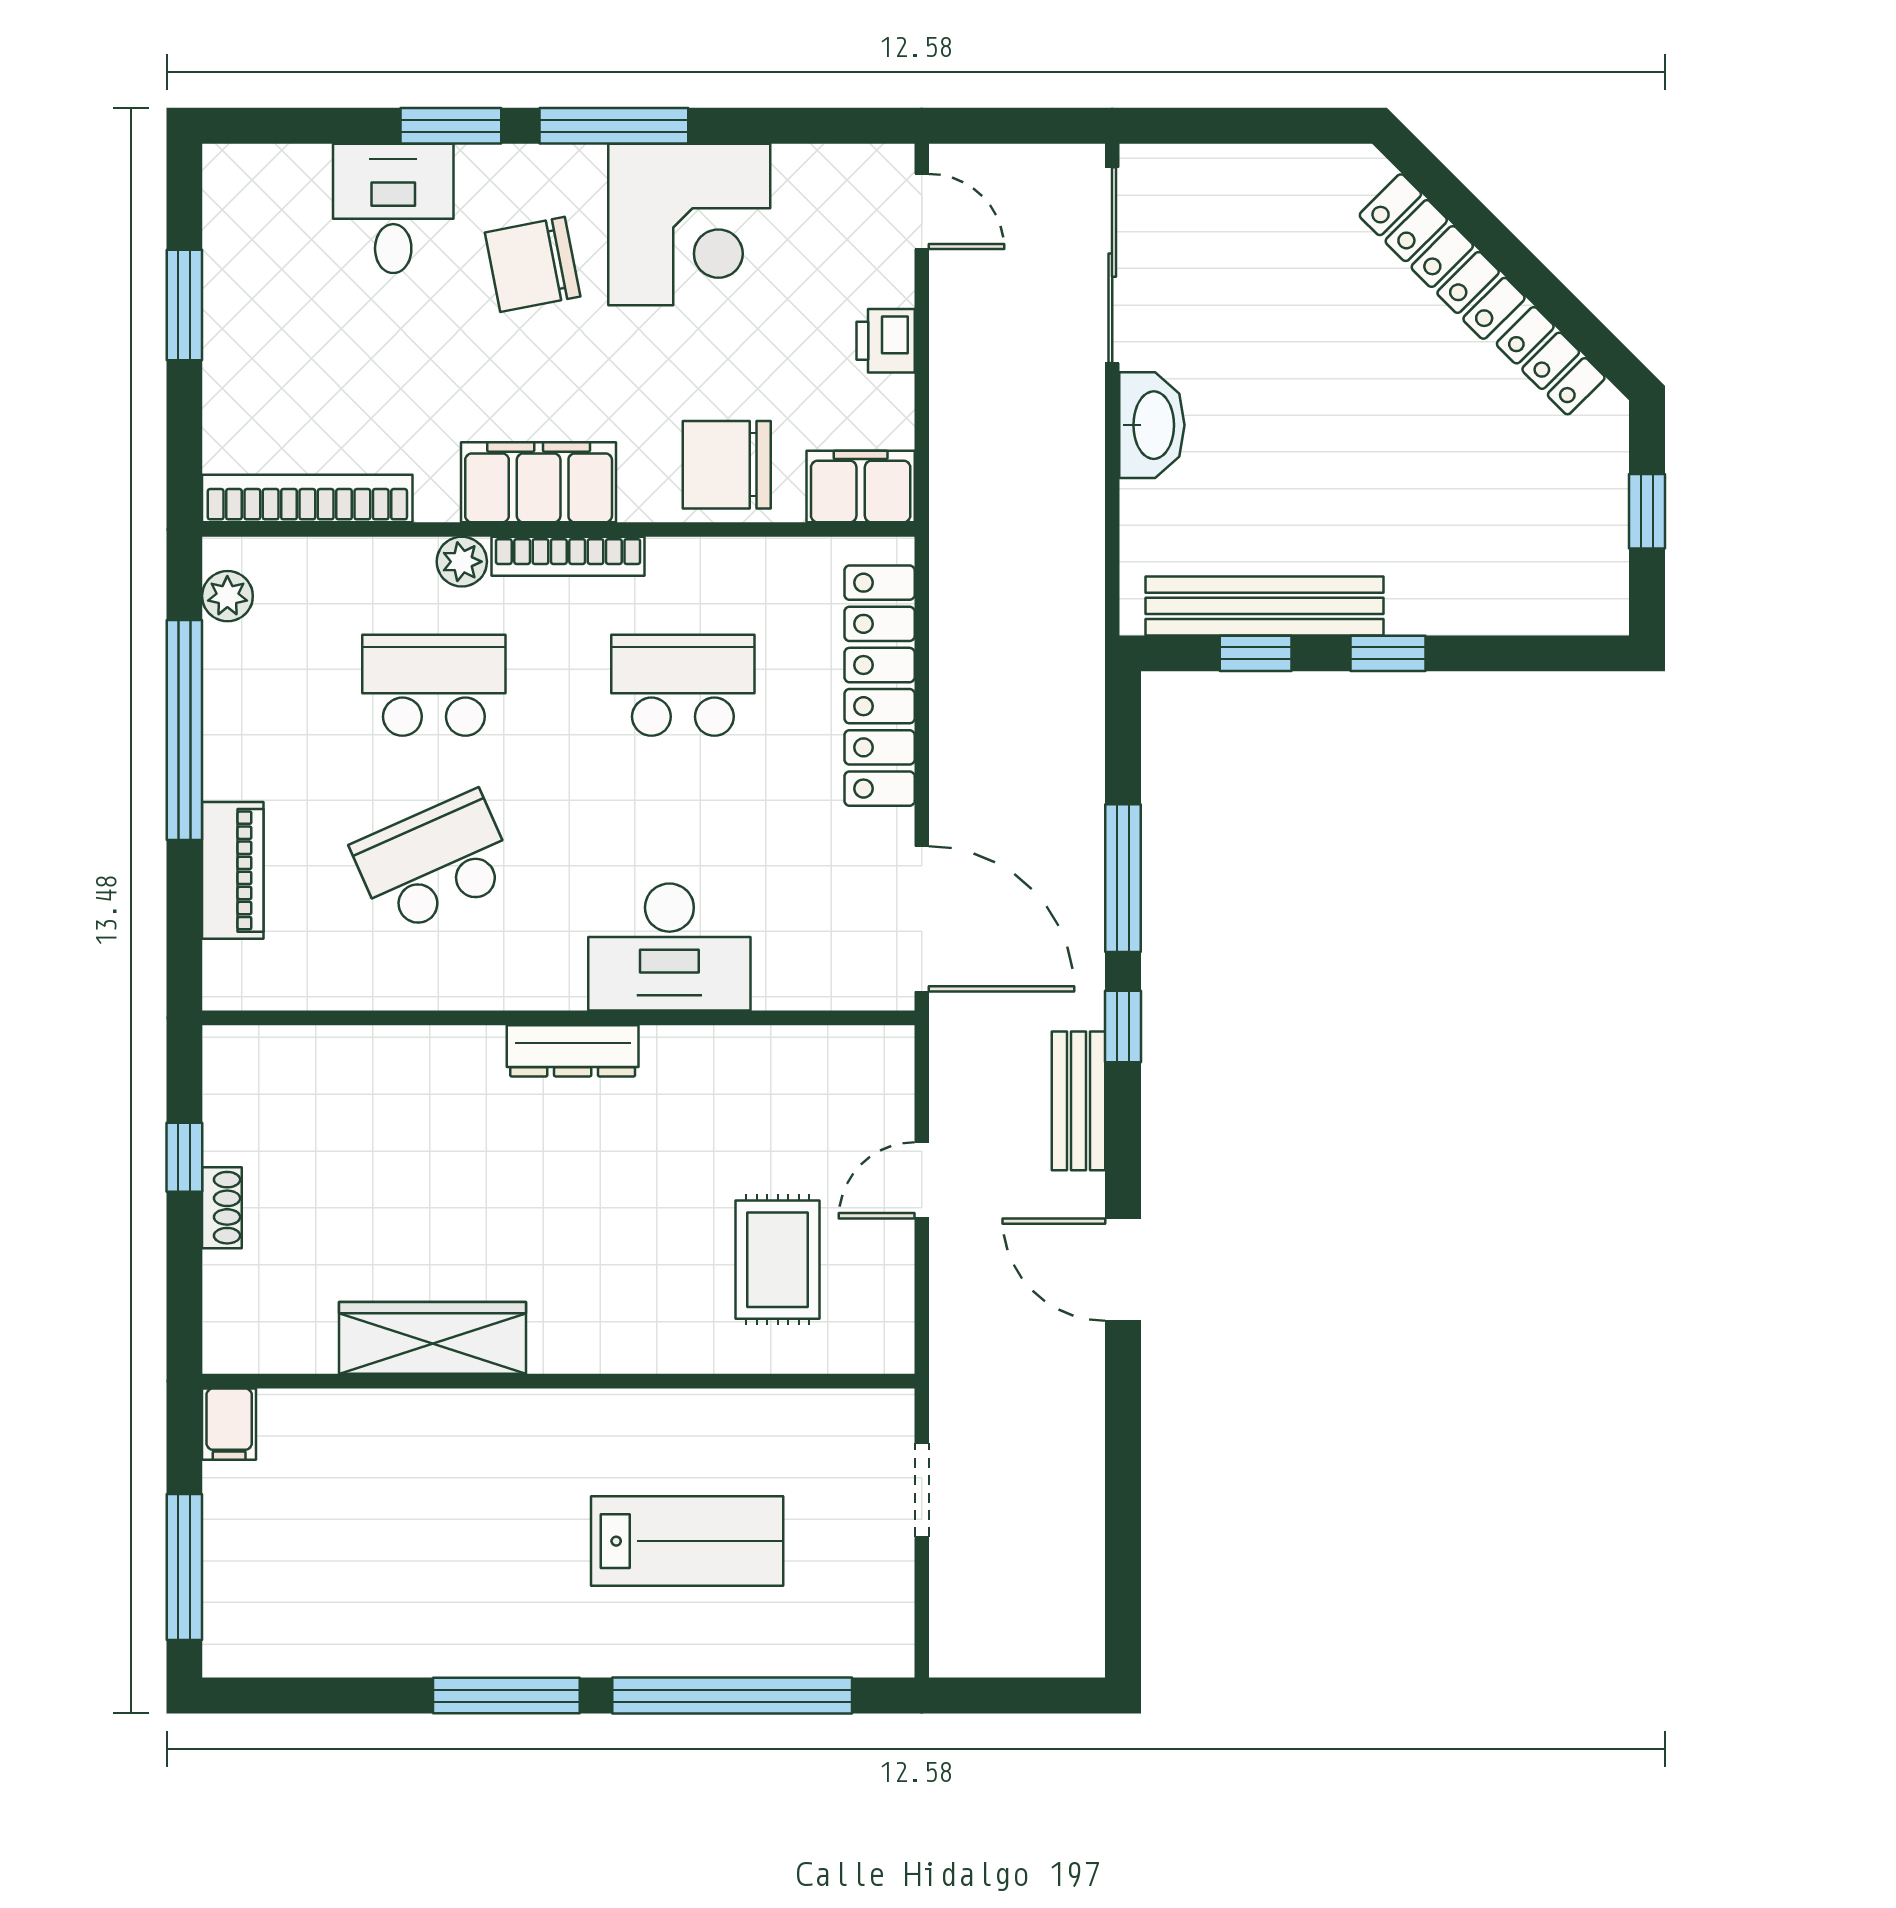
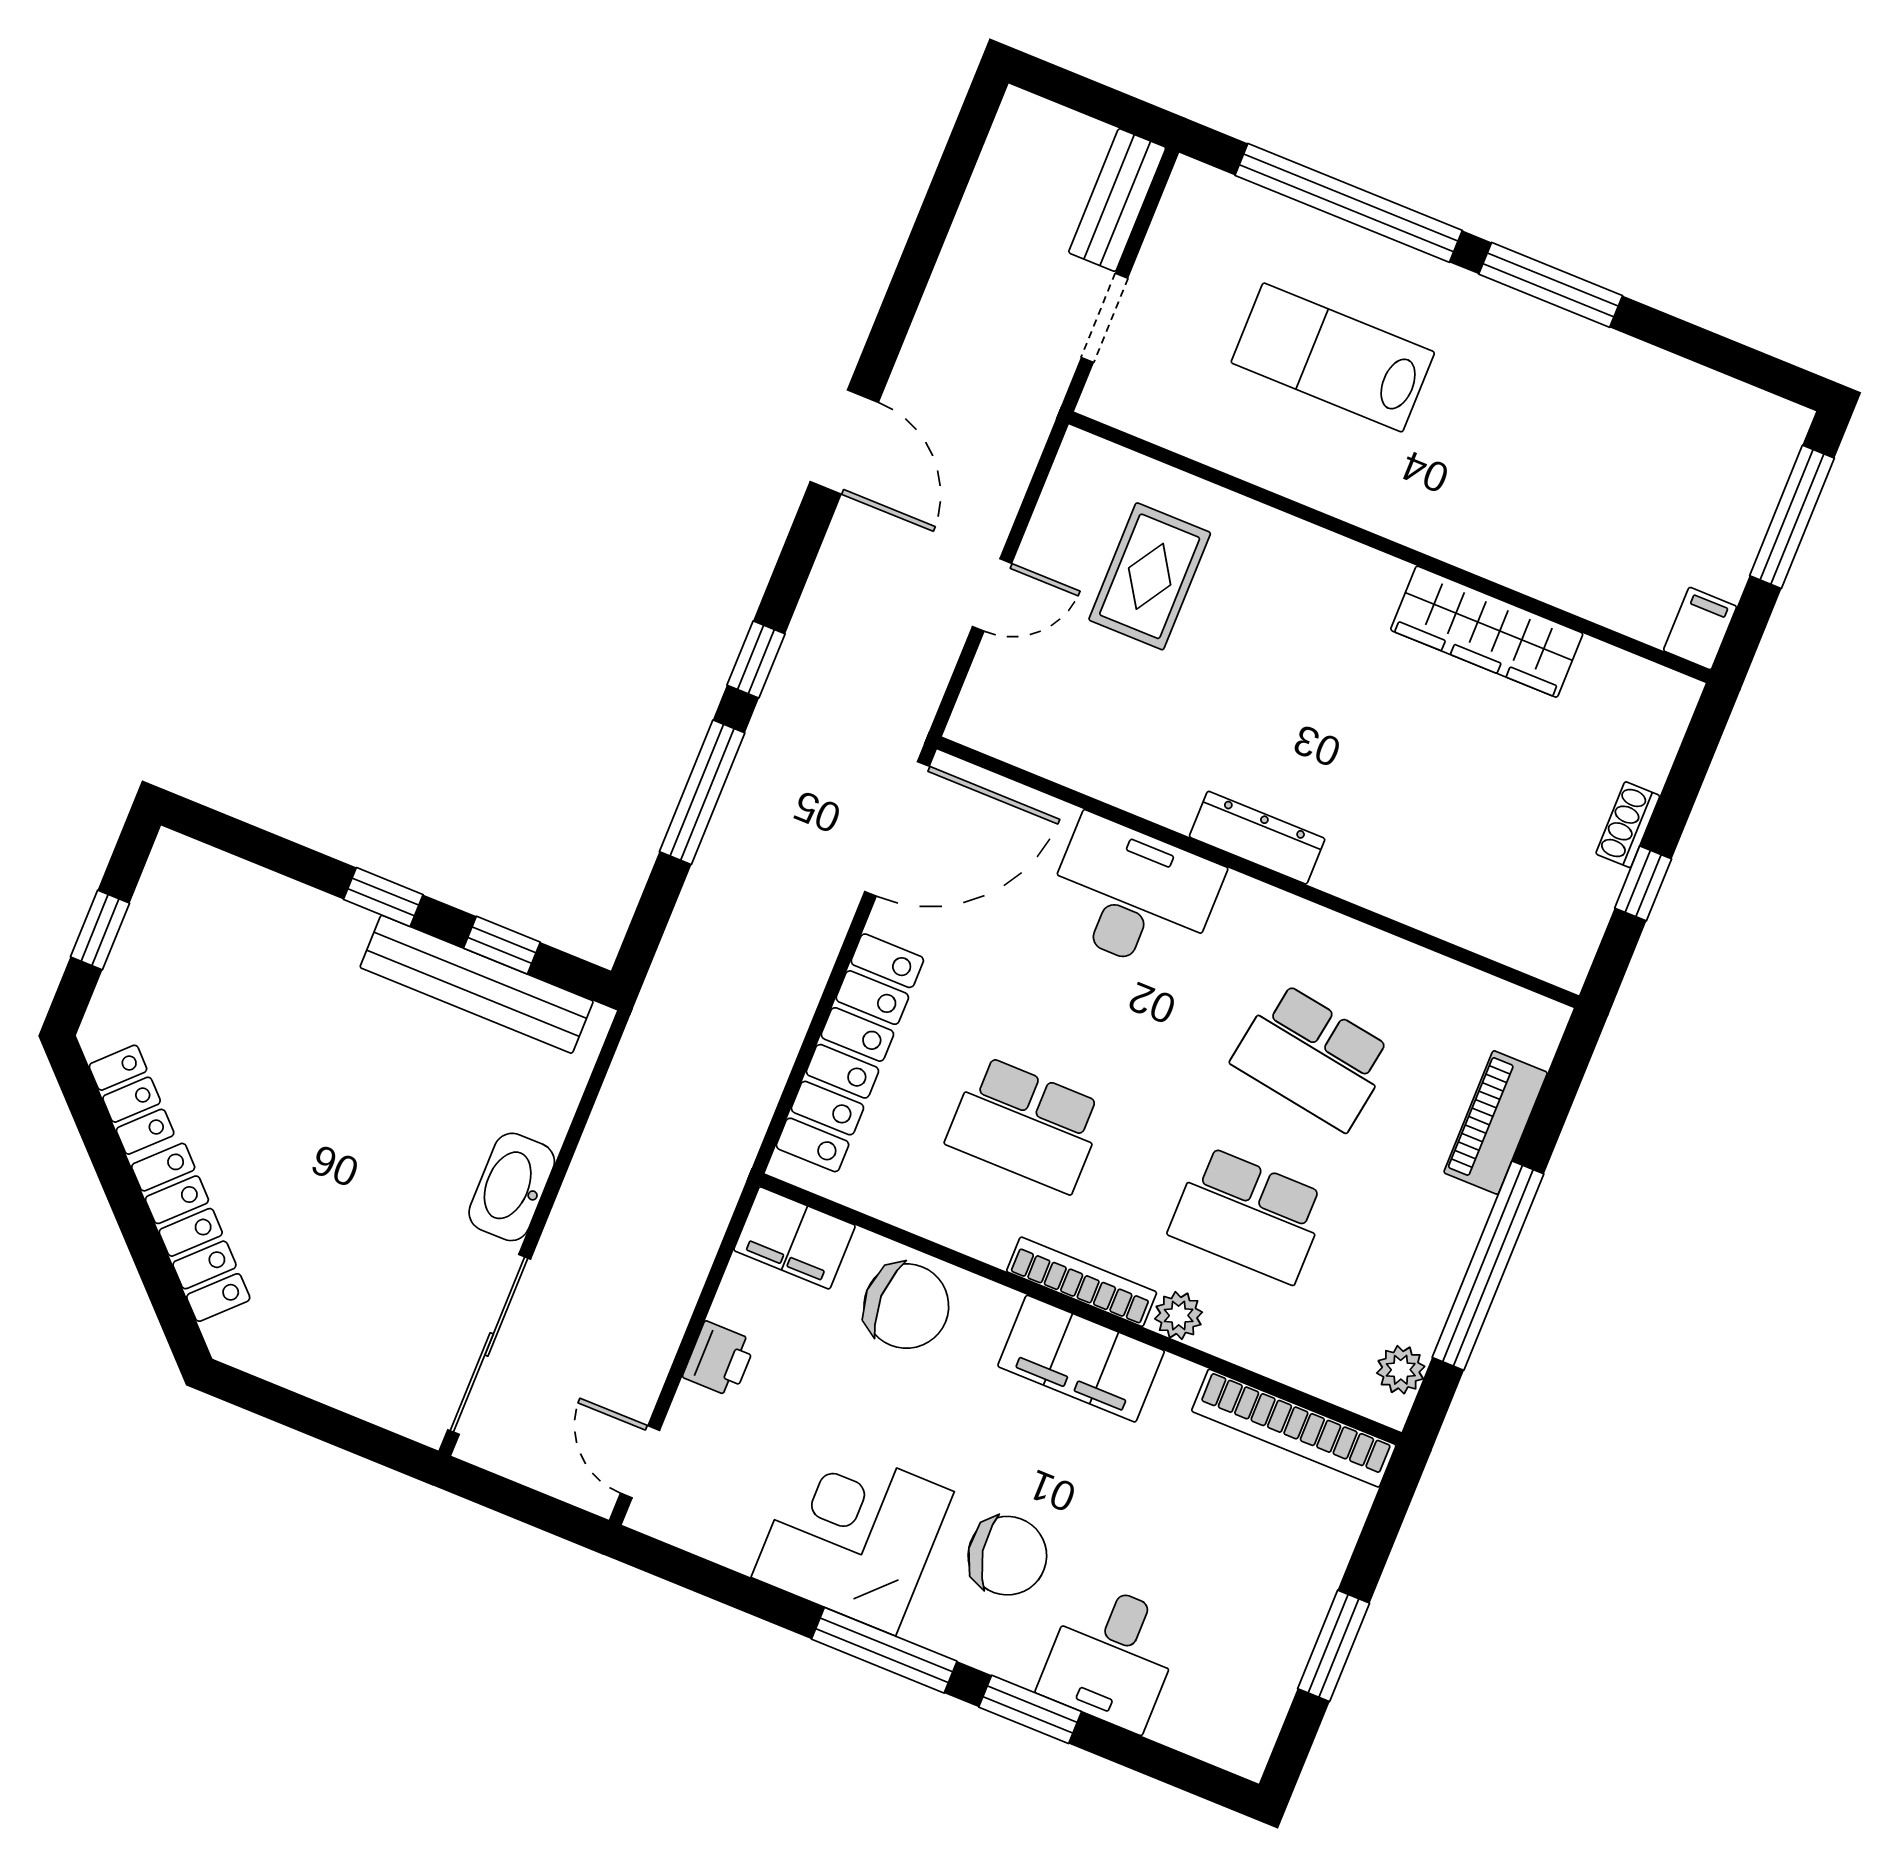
school desk: (434, 862) -> (1313, 1057), turned 33
door: (922, 919) -> (897, 829), swing flipped
bench: (1079, 1101) -> (1117, 200), moved

